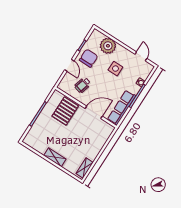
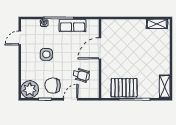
plant: (108, 46) -> (30, 89), moved
row of seats: (122, 108) -> (73, 26), width x0.68
pallet: (65, 111) -> (124, 88), moved
door: (94, 112) -> (100, 48), hinge flipped
shelving: (55, 157) -> (165, 87), moved

